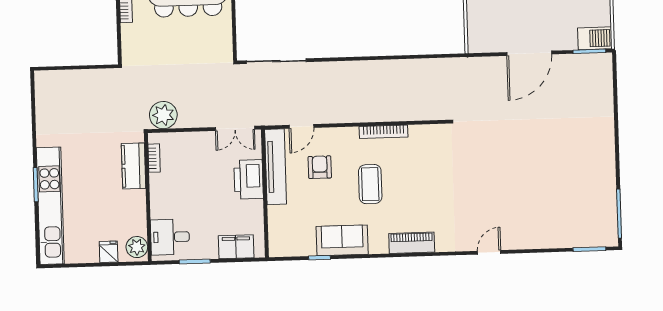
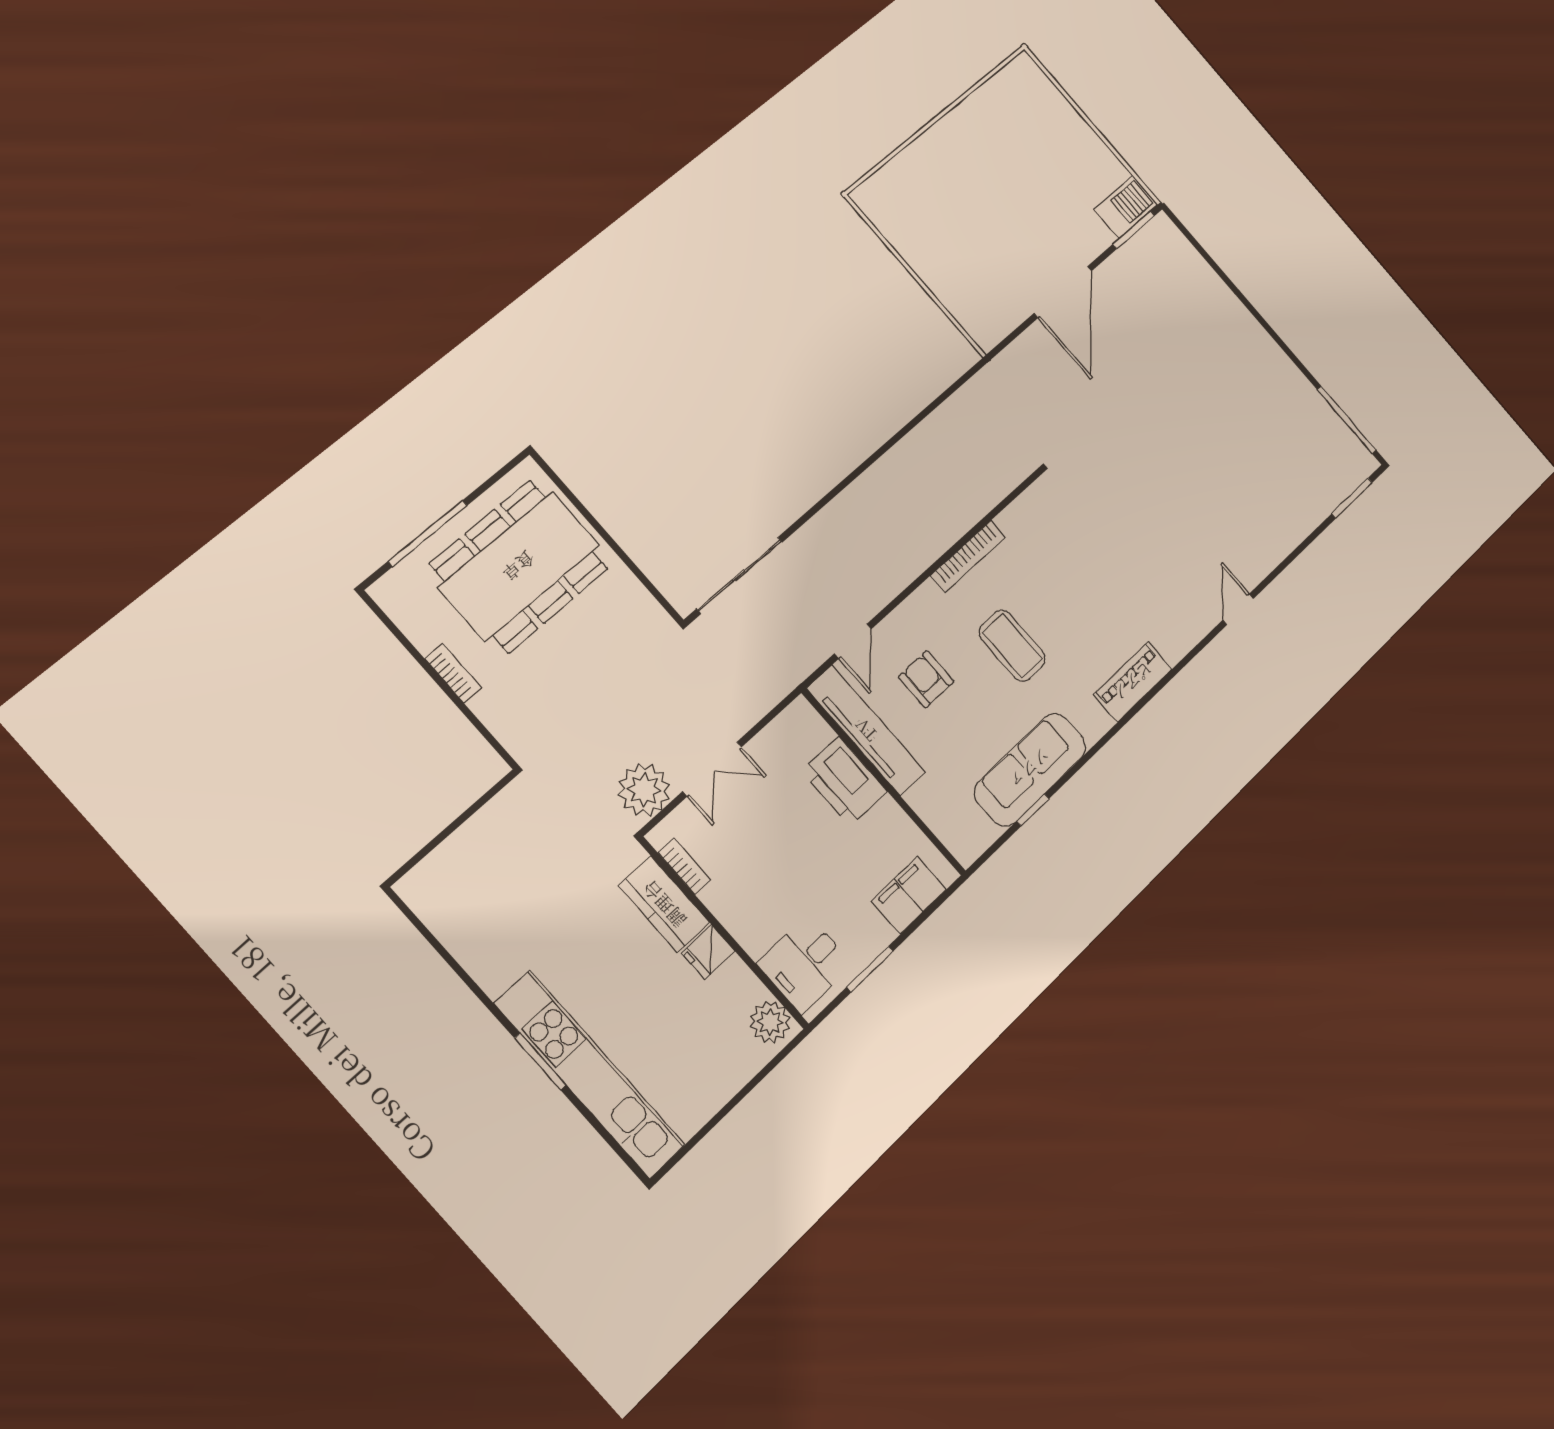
double door: (235, 128) -> (712, 769), moved
sofa: (342, 240) -> (1030, 769), width x1.36
fridge: (109, 252) -> (708, 952), moved, turned -90

